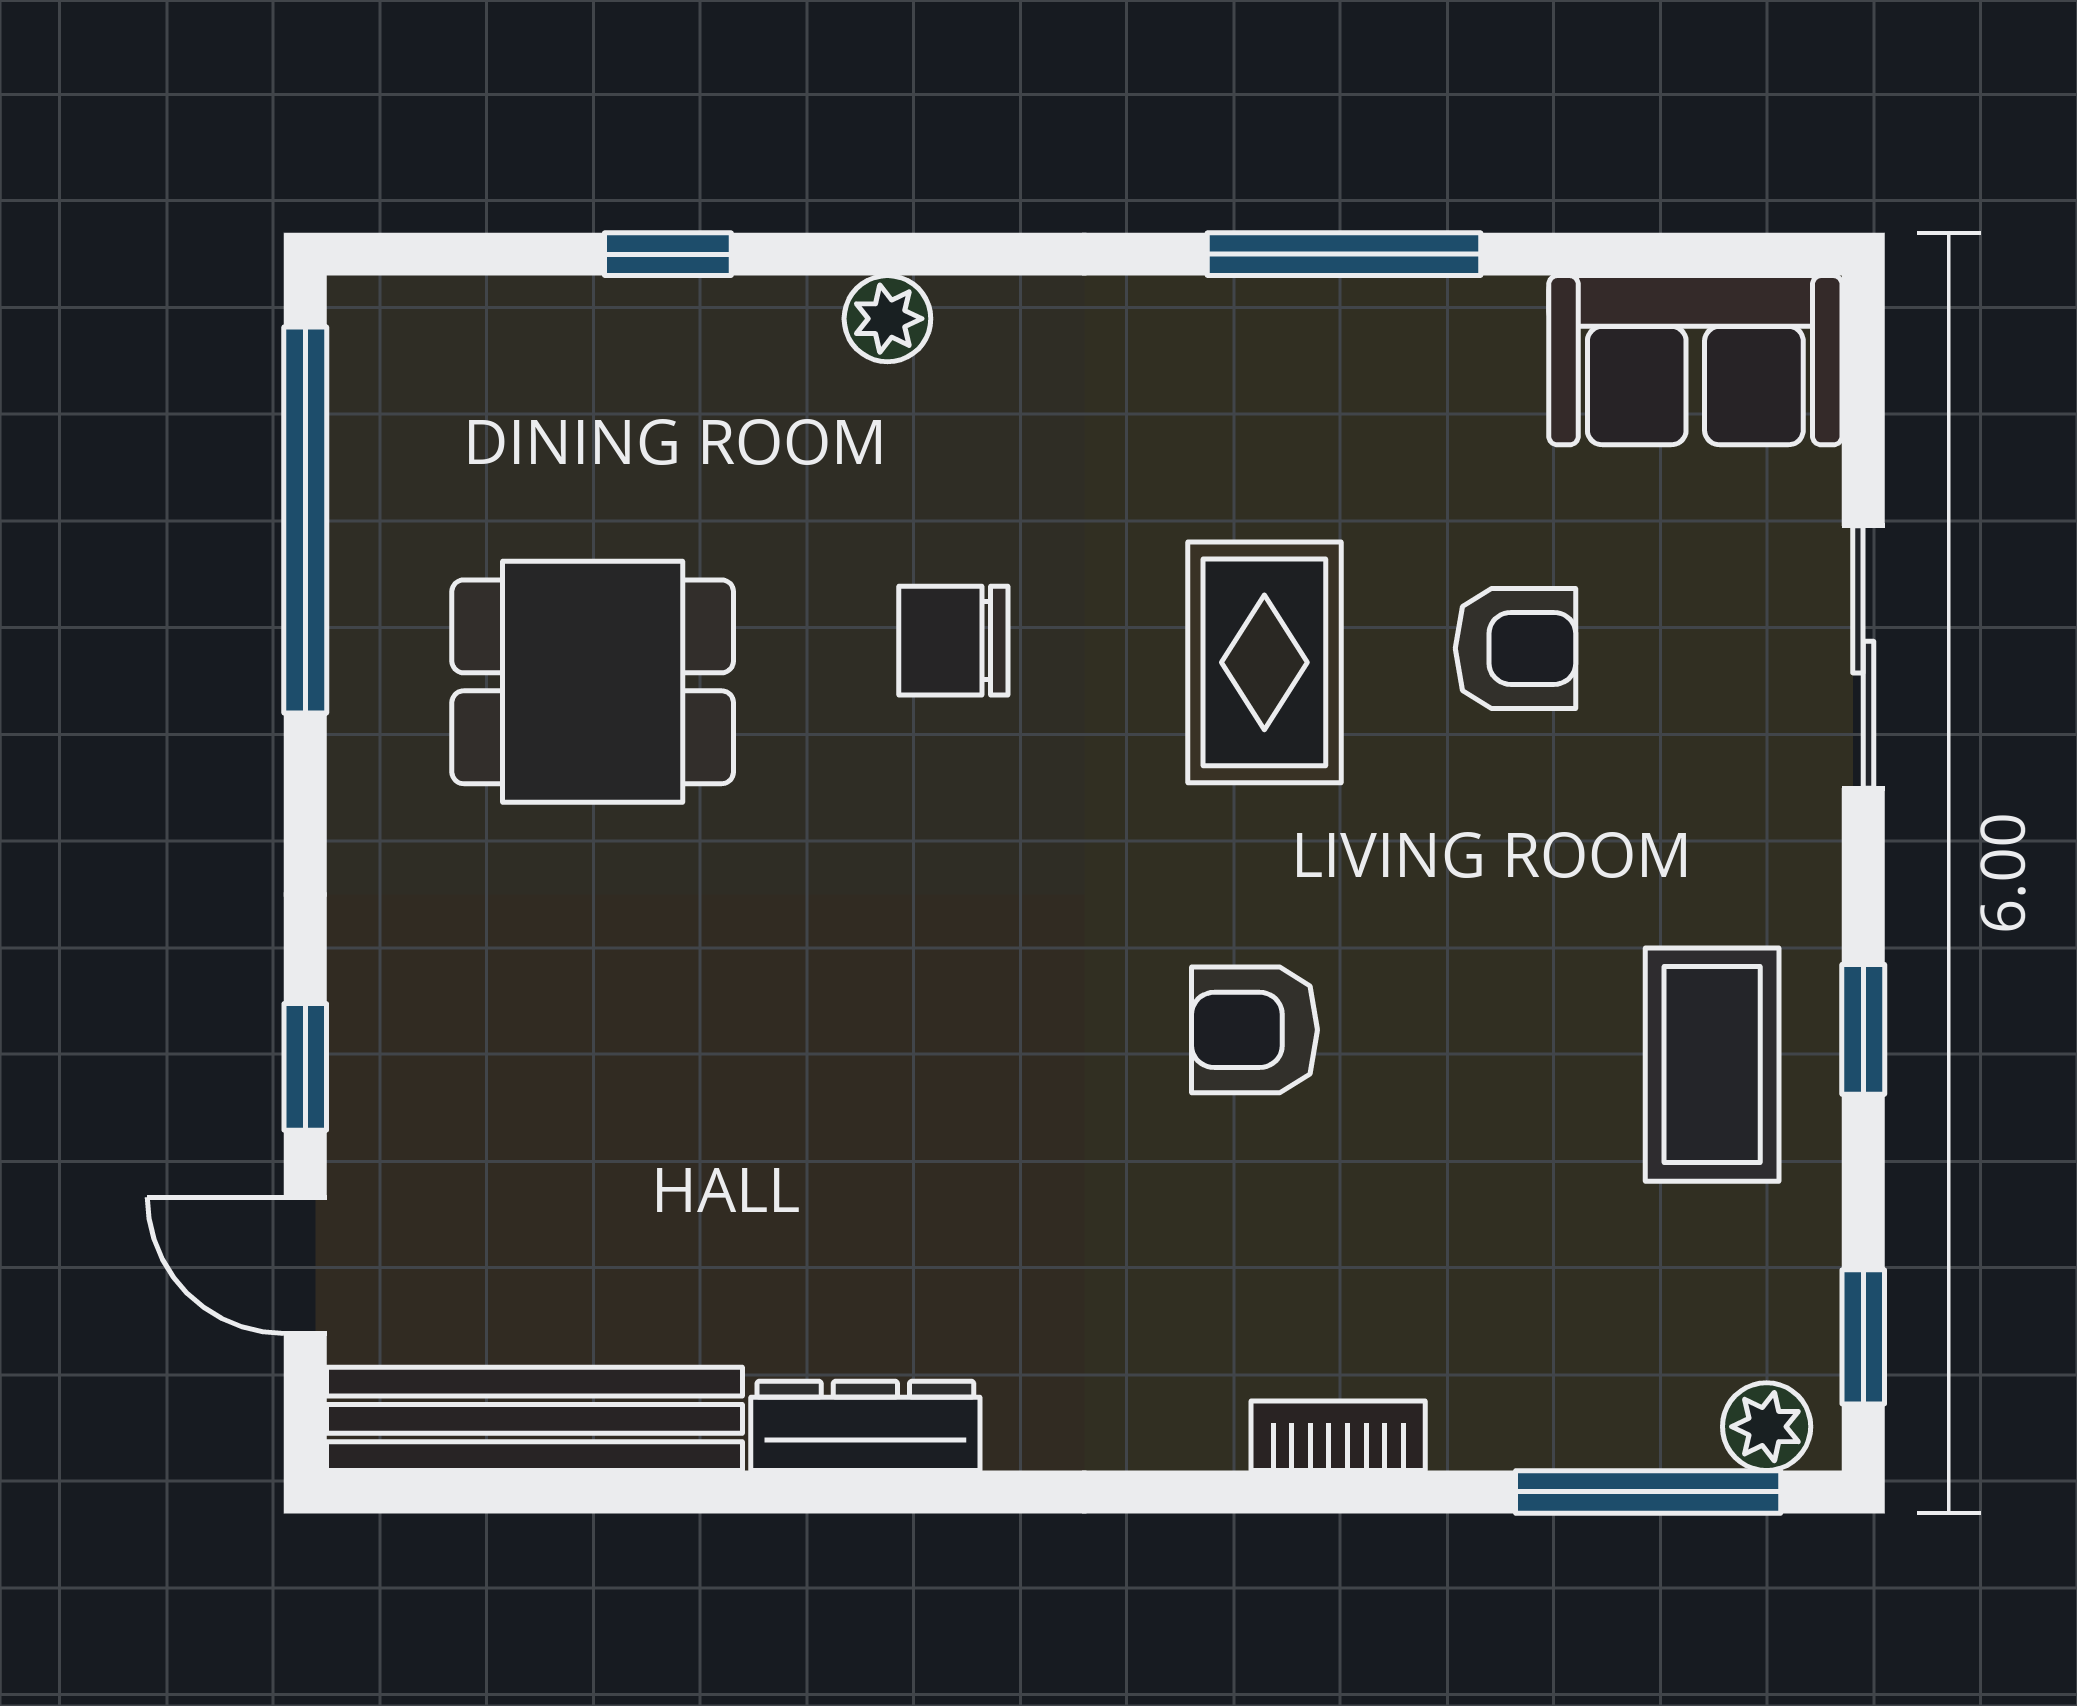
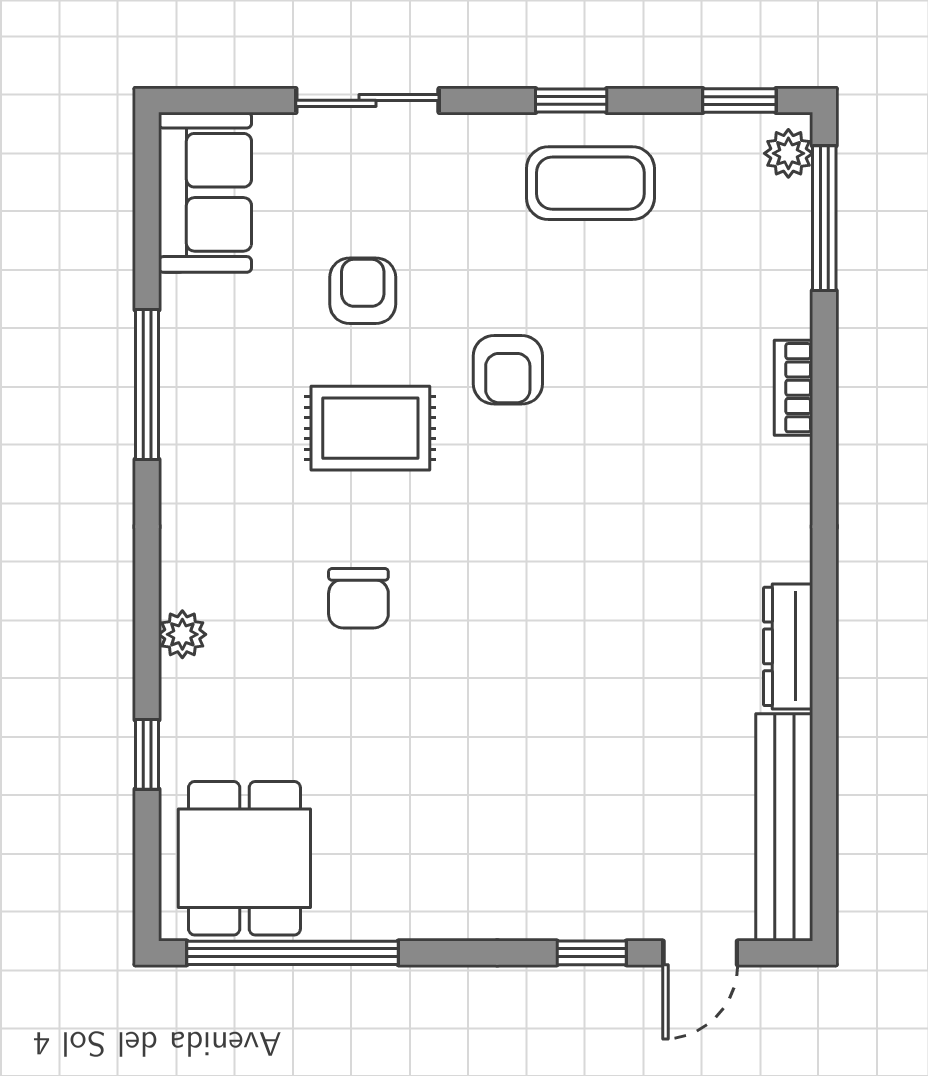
dining table: (593, 682) -> (244, 858), moved
armchair: (1255, 1030) -> (508, 370), moved

